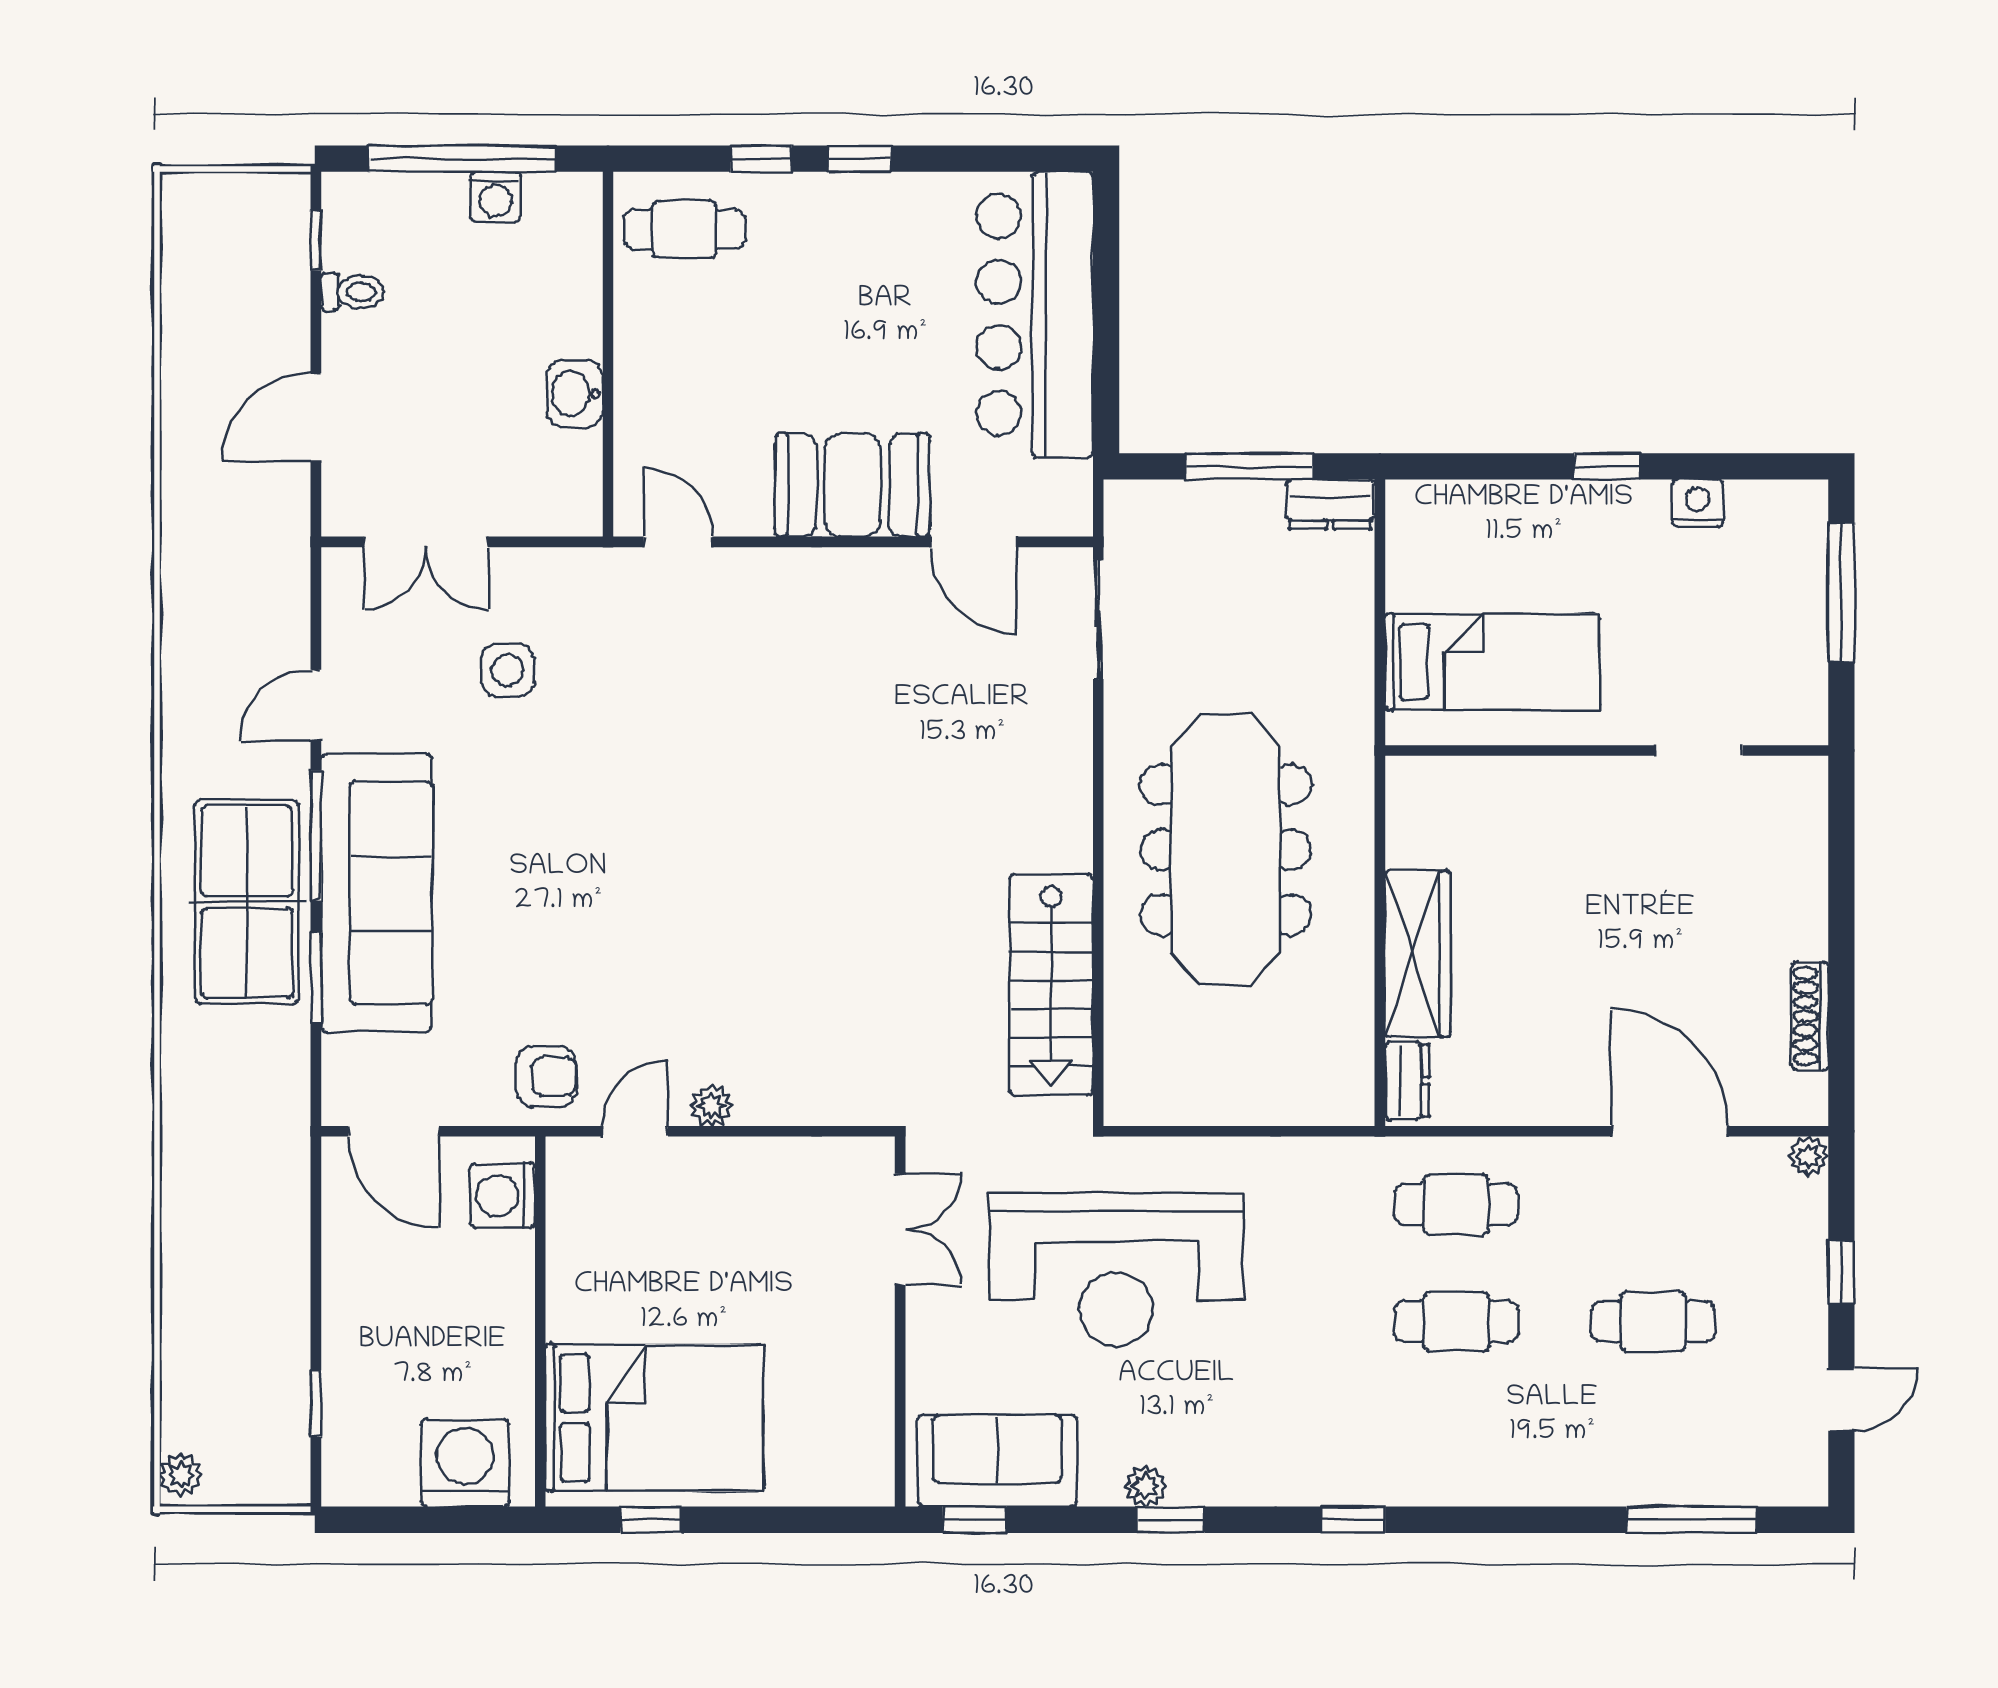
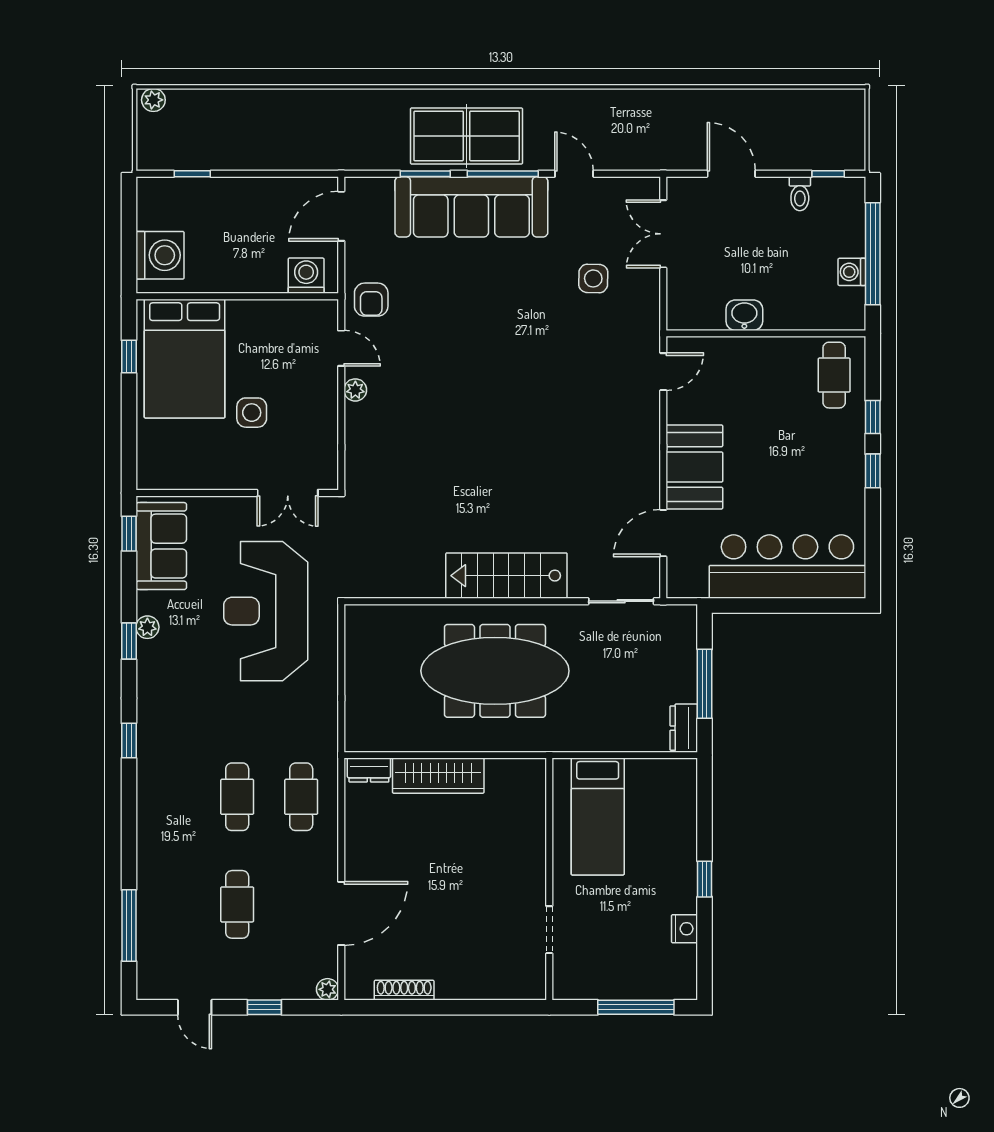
stairs: (1051, 985) -> (506, 576), moved
side table: (753, 1295) -> (252, 413), added

